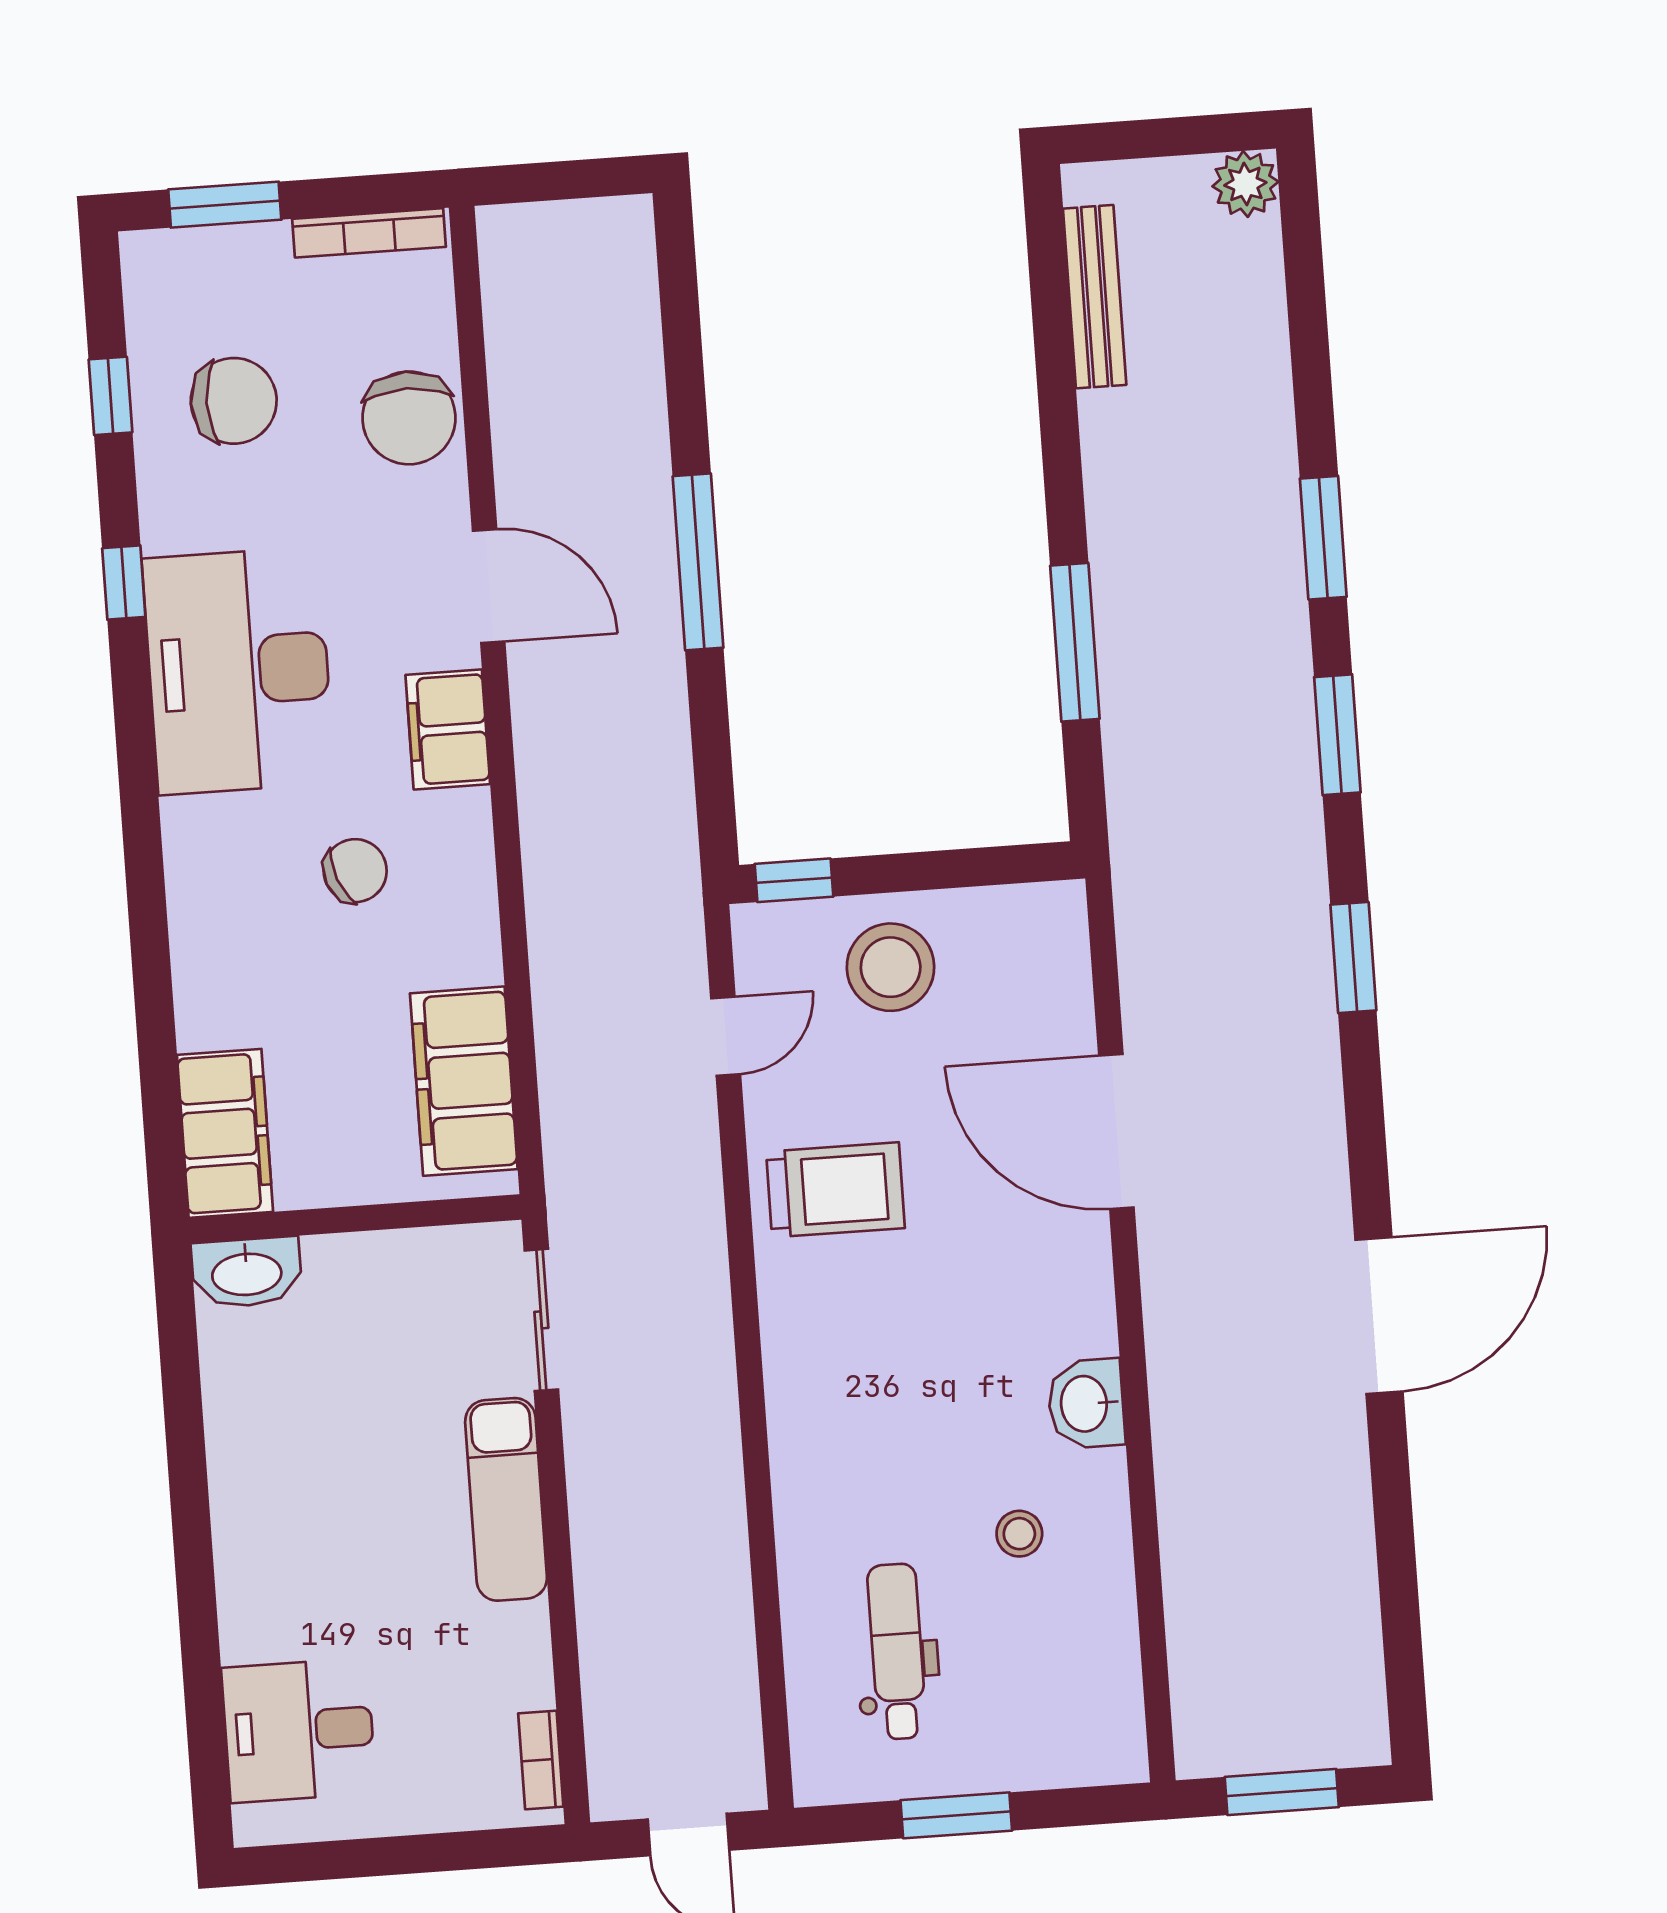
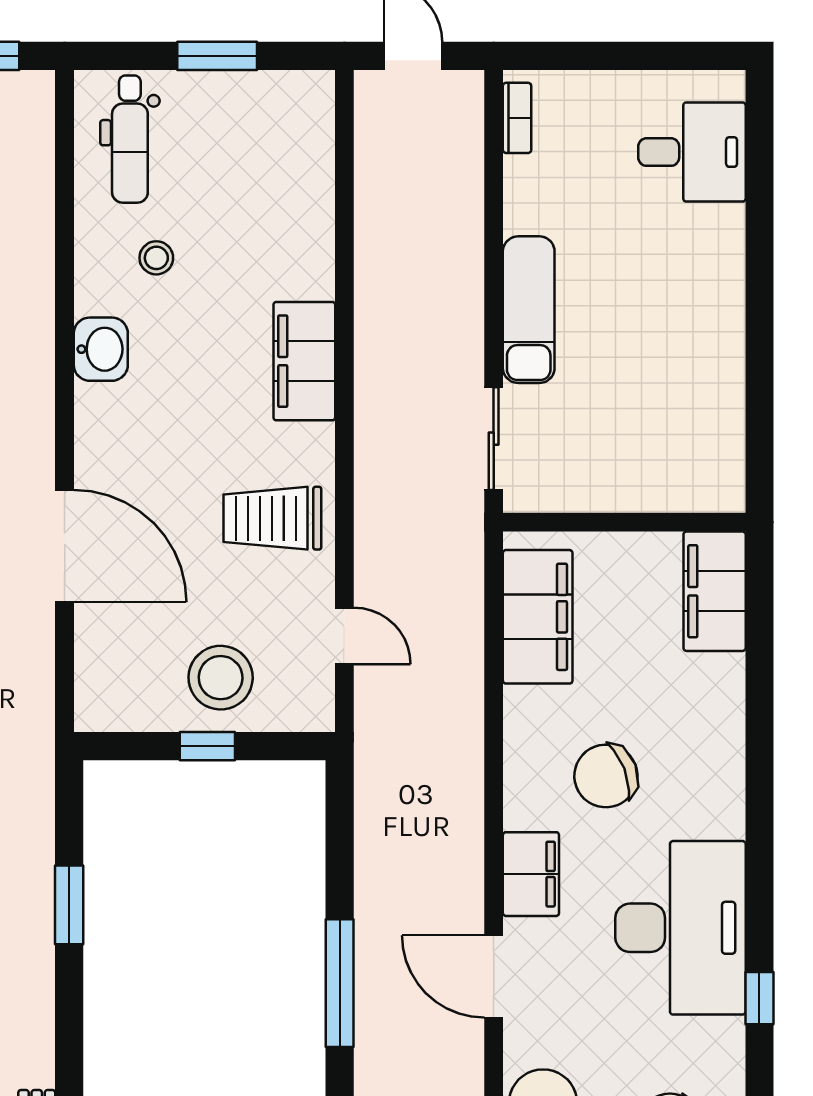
window: (1075, 642) -> (69, 905), width x0.69
chair: (355, 871) -> (606, 776), width x1.37, depth x1.37
window: (794, 880) -> (207, 746), moved
door: (726, 1036) -> (344, 636), swing flipped
washbasin: (247, 1272) -> (706, 489), removed
filing cabinet: (807, 1407) -> (304, 361), added
dental chair: (897, 1652) -> (130, 139), moved

